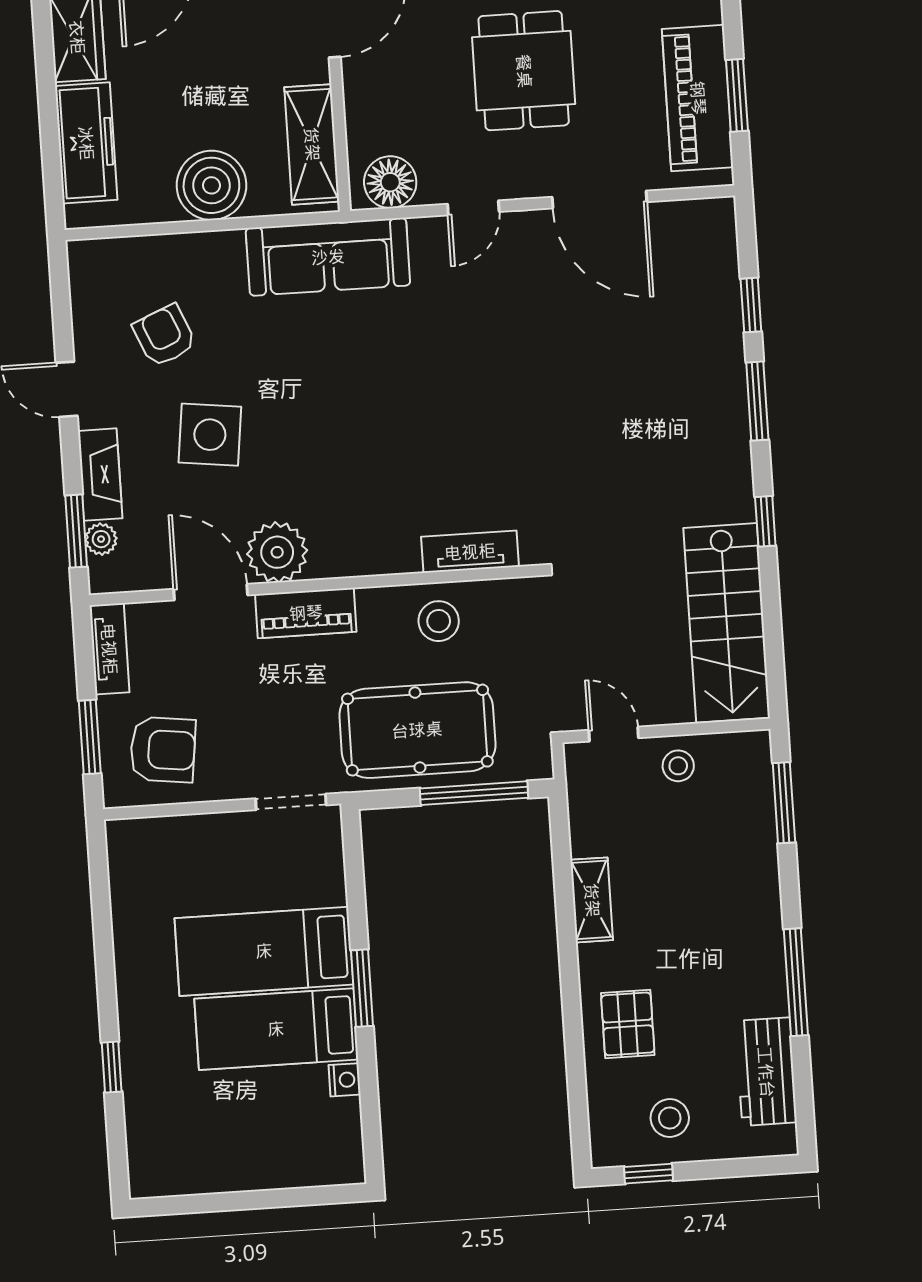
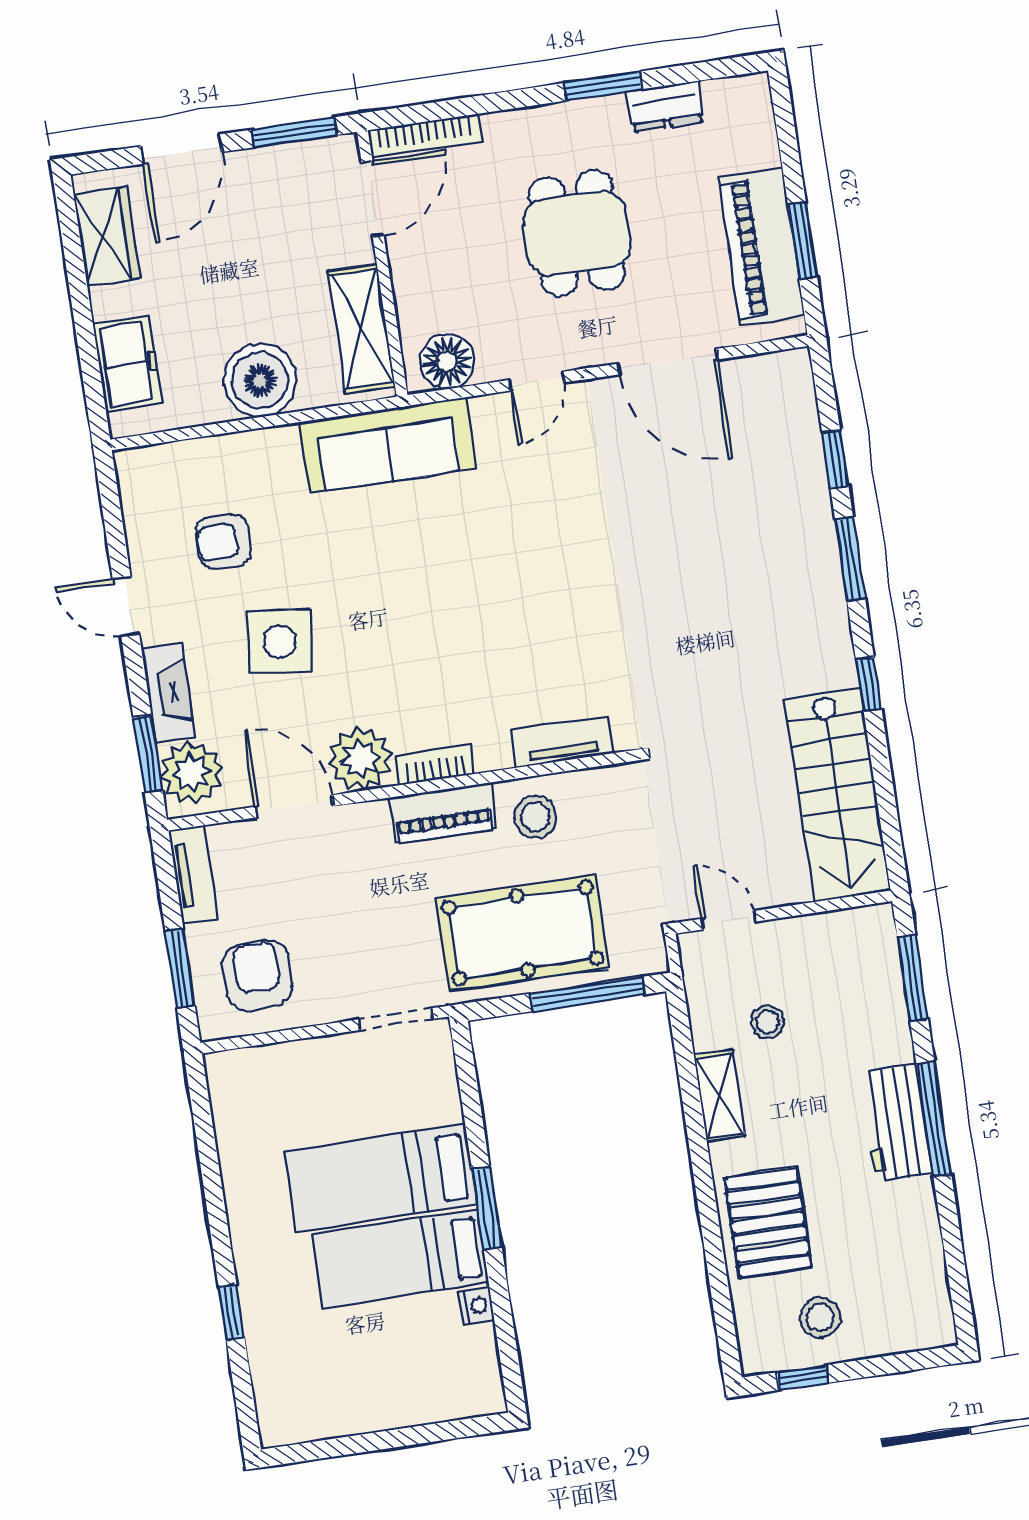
freezer: (86, 143) -> (128, 364), width x0.71
armchair: (164, 336) -> (224, 542), turned -67
plant: (101, 539) -> (191, 772), width x1.88, depth x1.88
bookcase: (348, 564) -> (435, 765), added
piano: (306, 613) -> (443, 813), moved
armchair: (163, 750) -> (258, 975), turned -97
stool: (678, 766) -> (768, 1022), moved
window: (796, 982) -> (934, 1119), moved
pallet: (628, 1024) -> (768, 1223), width x1.50, depth x1.42
workbench: (766, 1072) -> (896, 1122), moved

